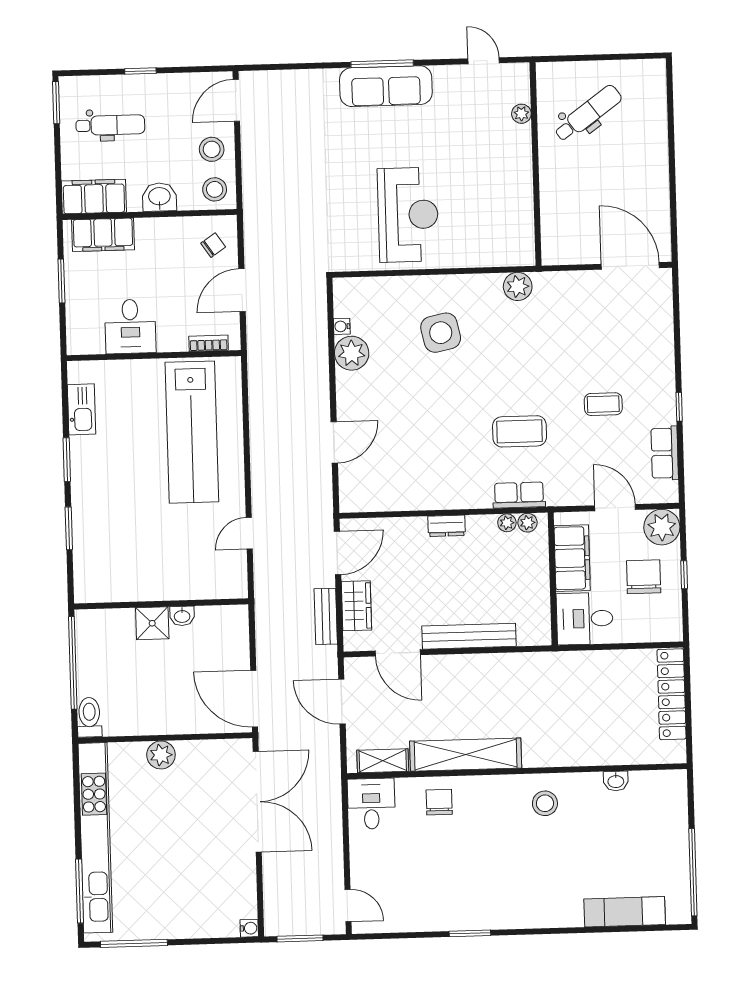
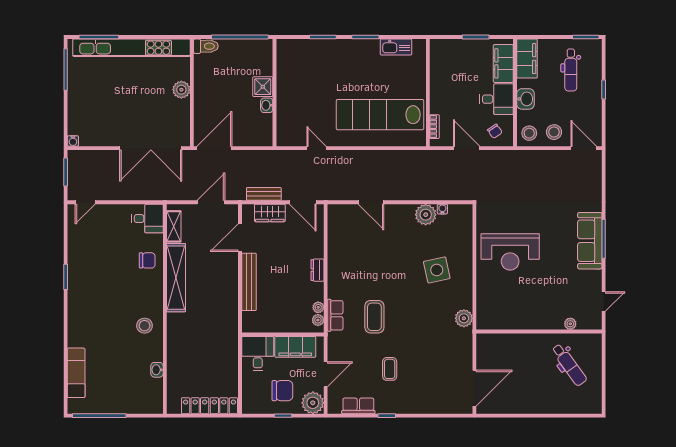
desk: (130, 326) -> (497, 99), moved, turned 180

